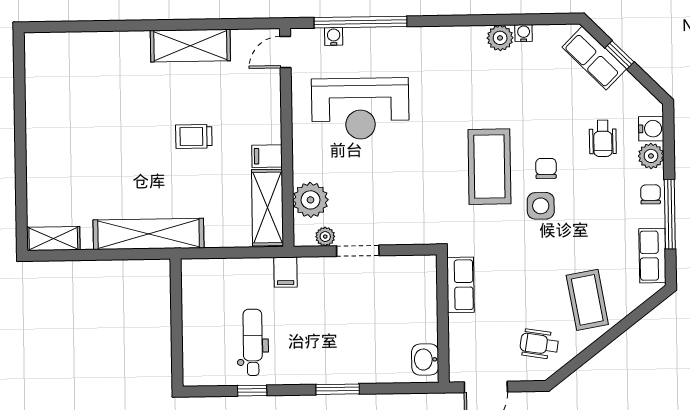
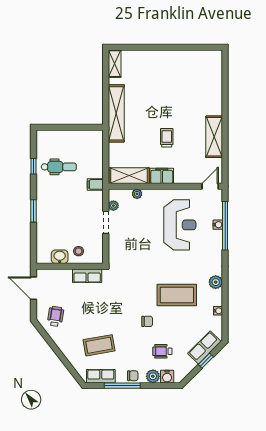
water cooler: (334, 36) -> (218, 225), moved
plant: (500, 38) -> (216, 282), moved
door: (285, 52) -> (210, 186), hinge flipped
reception desk: (360, 109) -> (180, 225), turned 180
filing cabinet: (267, 156) -> (162, 176), width x2.00
coffee table: (489, 167) -> (177, 295), moved
plant: (311, 200) -> (137, 194), width x0.53, depth x0.53
side table: (541, 206) -> (128, 318), removed
coffee table: (587, 300) -> (99, 345), moved
stool: (414, 302) -> (79, 251), added
washbasin: (425, 360) -> (60, 257), moved

